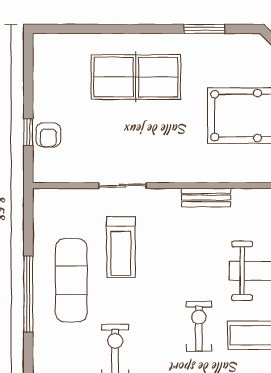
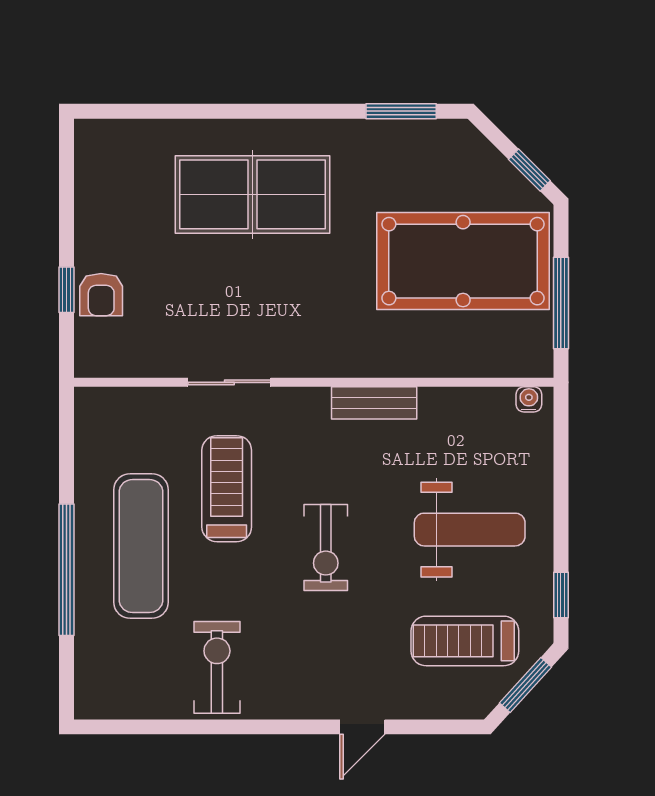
window: (204, 29) -> (401, 111), moved
treadmill: (121, 247) -> (227, 489), turned 180
exercise bike: (199, 326) -> (326, 547), moved, turned 180

